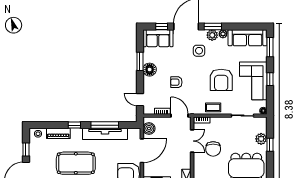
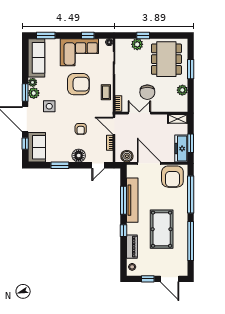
floor lamp: (150, 70) -> (79, 156), moved
window: (270, 79) -> (88, 36), moved
door: (179, 116) -> (114, 126), hinge flipped
chair: (213, 149) -> (147, 92), turned 90

